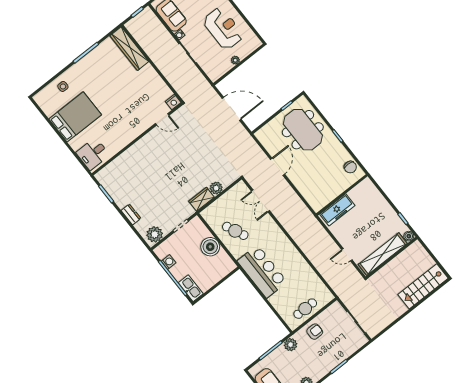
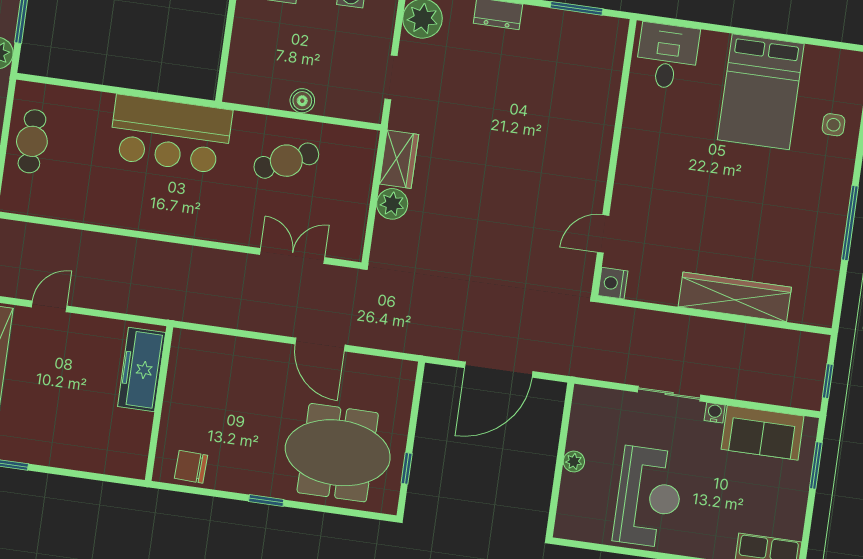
reception desk: (223, 28) -> (649, 497), turned -90
wardrobe: (129, 49) -> (735, 297), moved
boiler: (210, 247) -> (302, 101), width x0.54, depth x0.54

